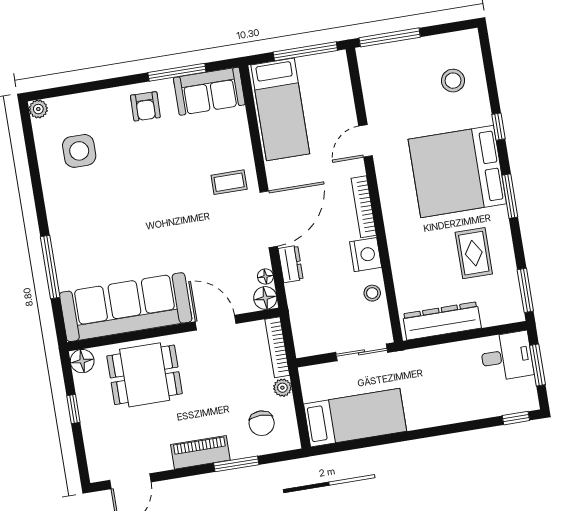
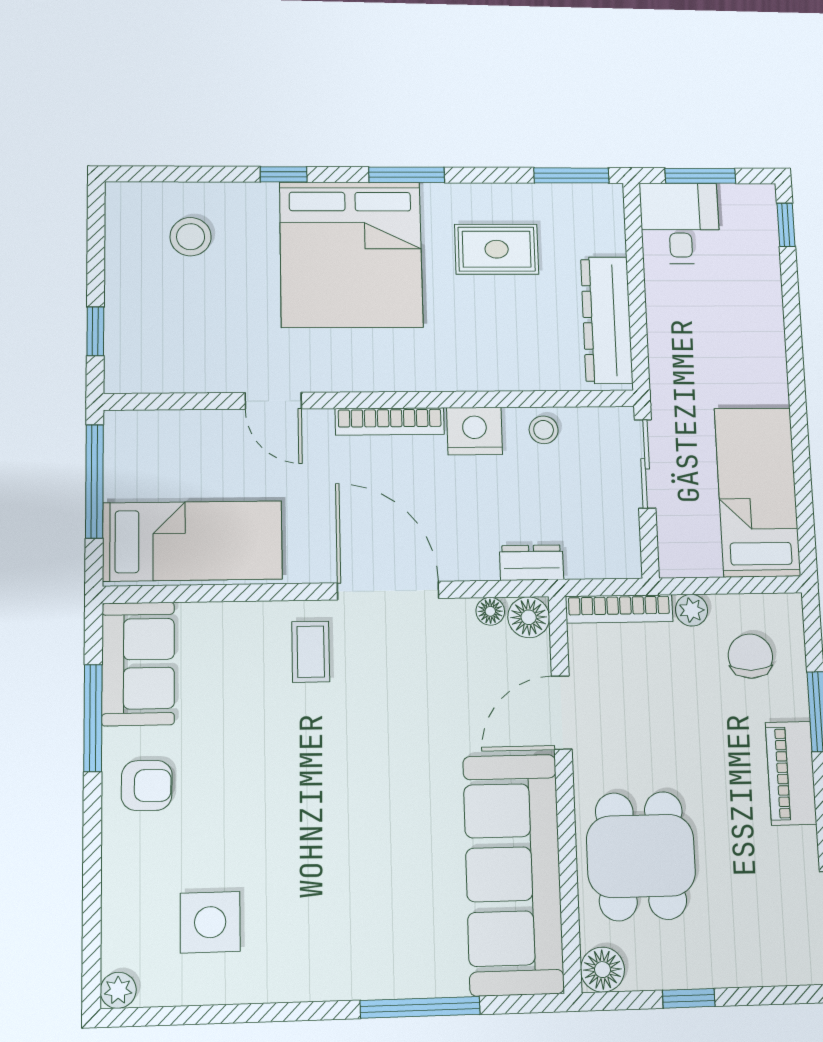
window: (390, 37) -> (95, 331), width x0.46
dresser: (291, 264) -> (532, 563), moved
chair: (262, 423) -> (750, 656), turned -90

